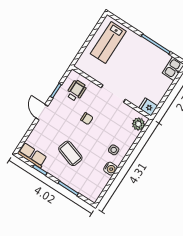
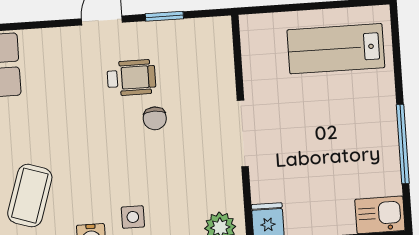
wheelchair: (76, 91) -> (131, 78), moved
coffee table: (70, 153) -> (30, 196), moved

